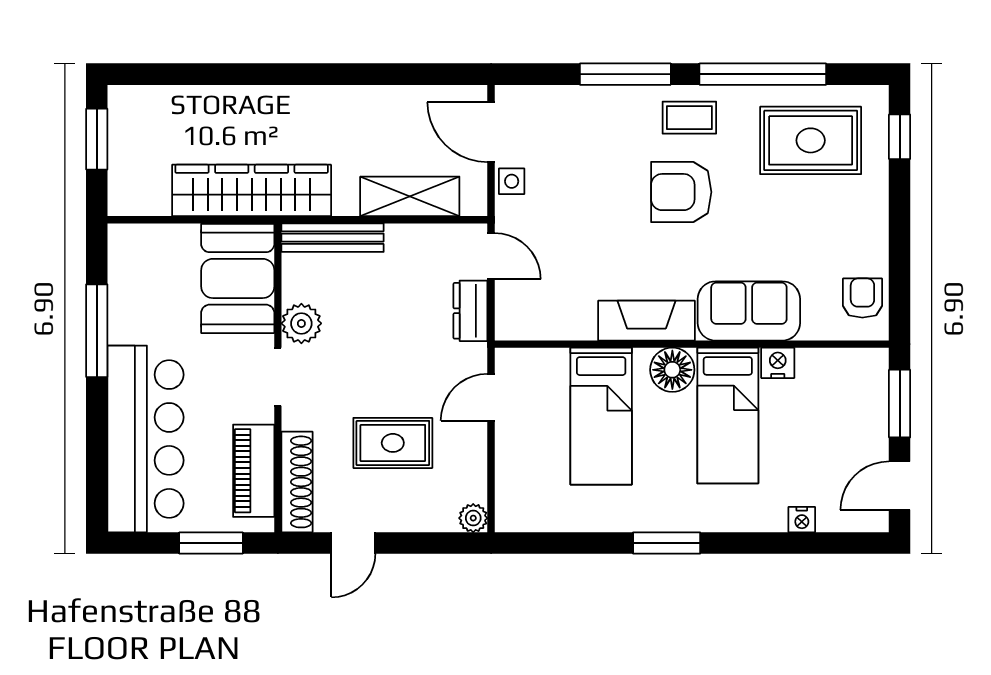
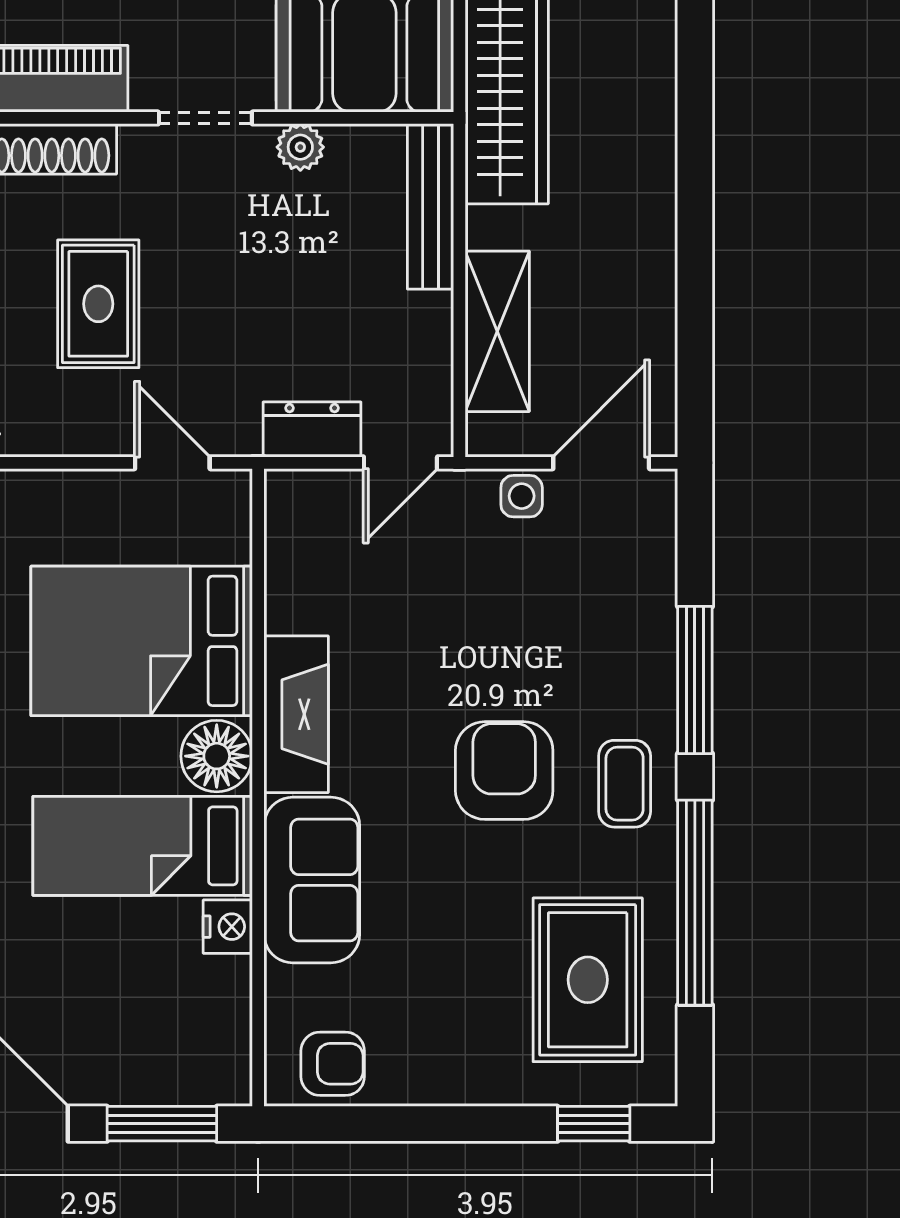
plant: (301, 323) -> (300, 147), width x0.73, depth x0.73
bed: (601, 416) -> (142, 641), width x1.50

